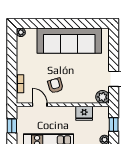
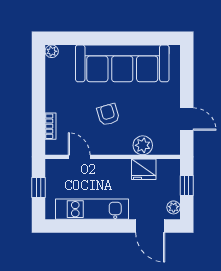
armchair: (55, 86) -> (108, 115), moved
plant: (102, 97) -> (143, 145), moved

